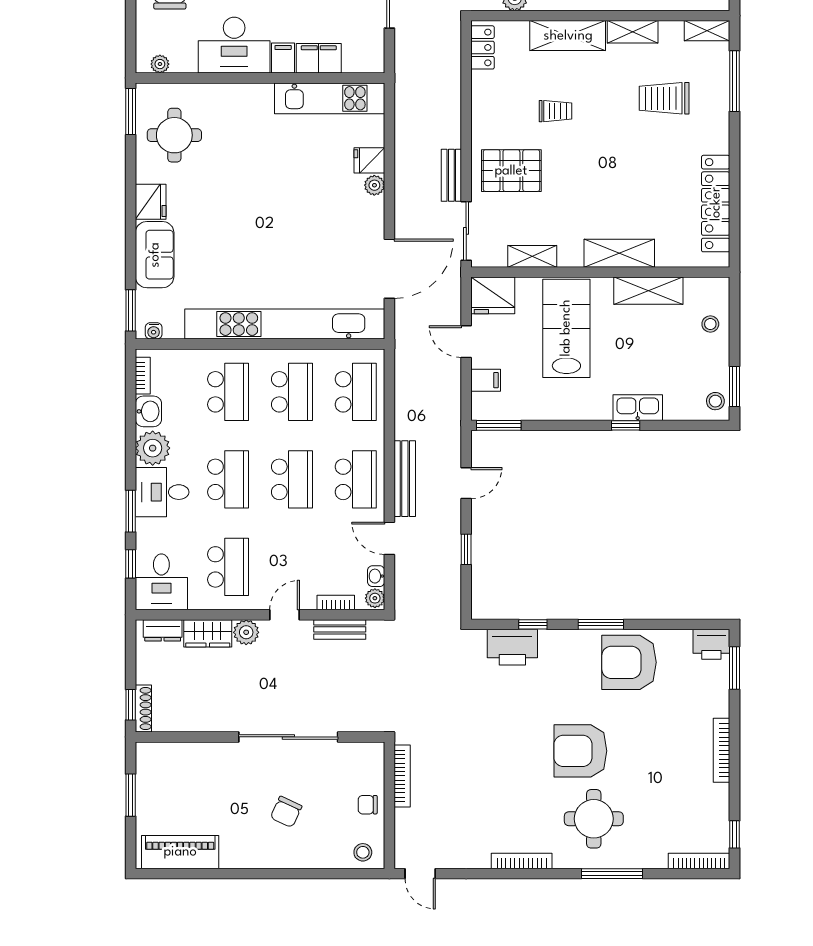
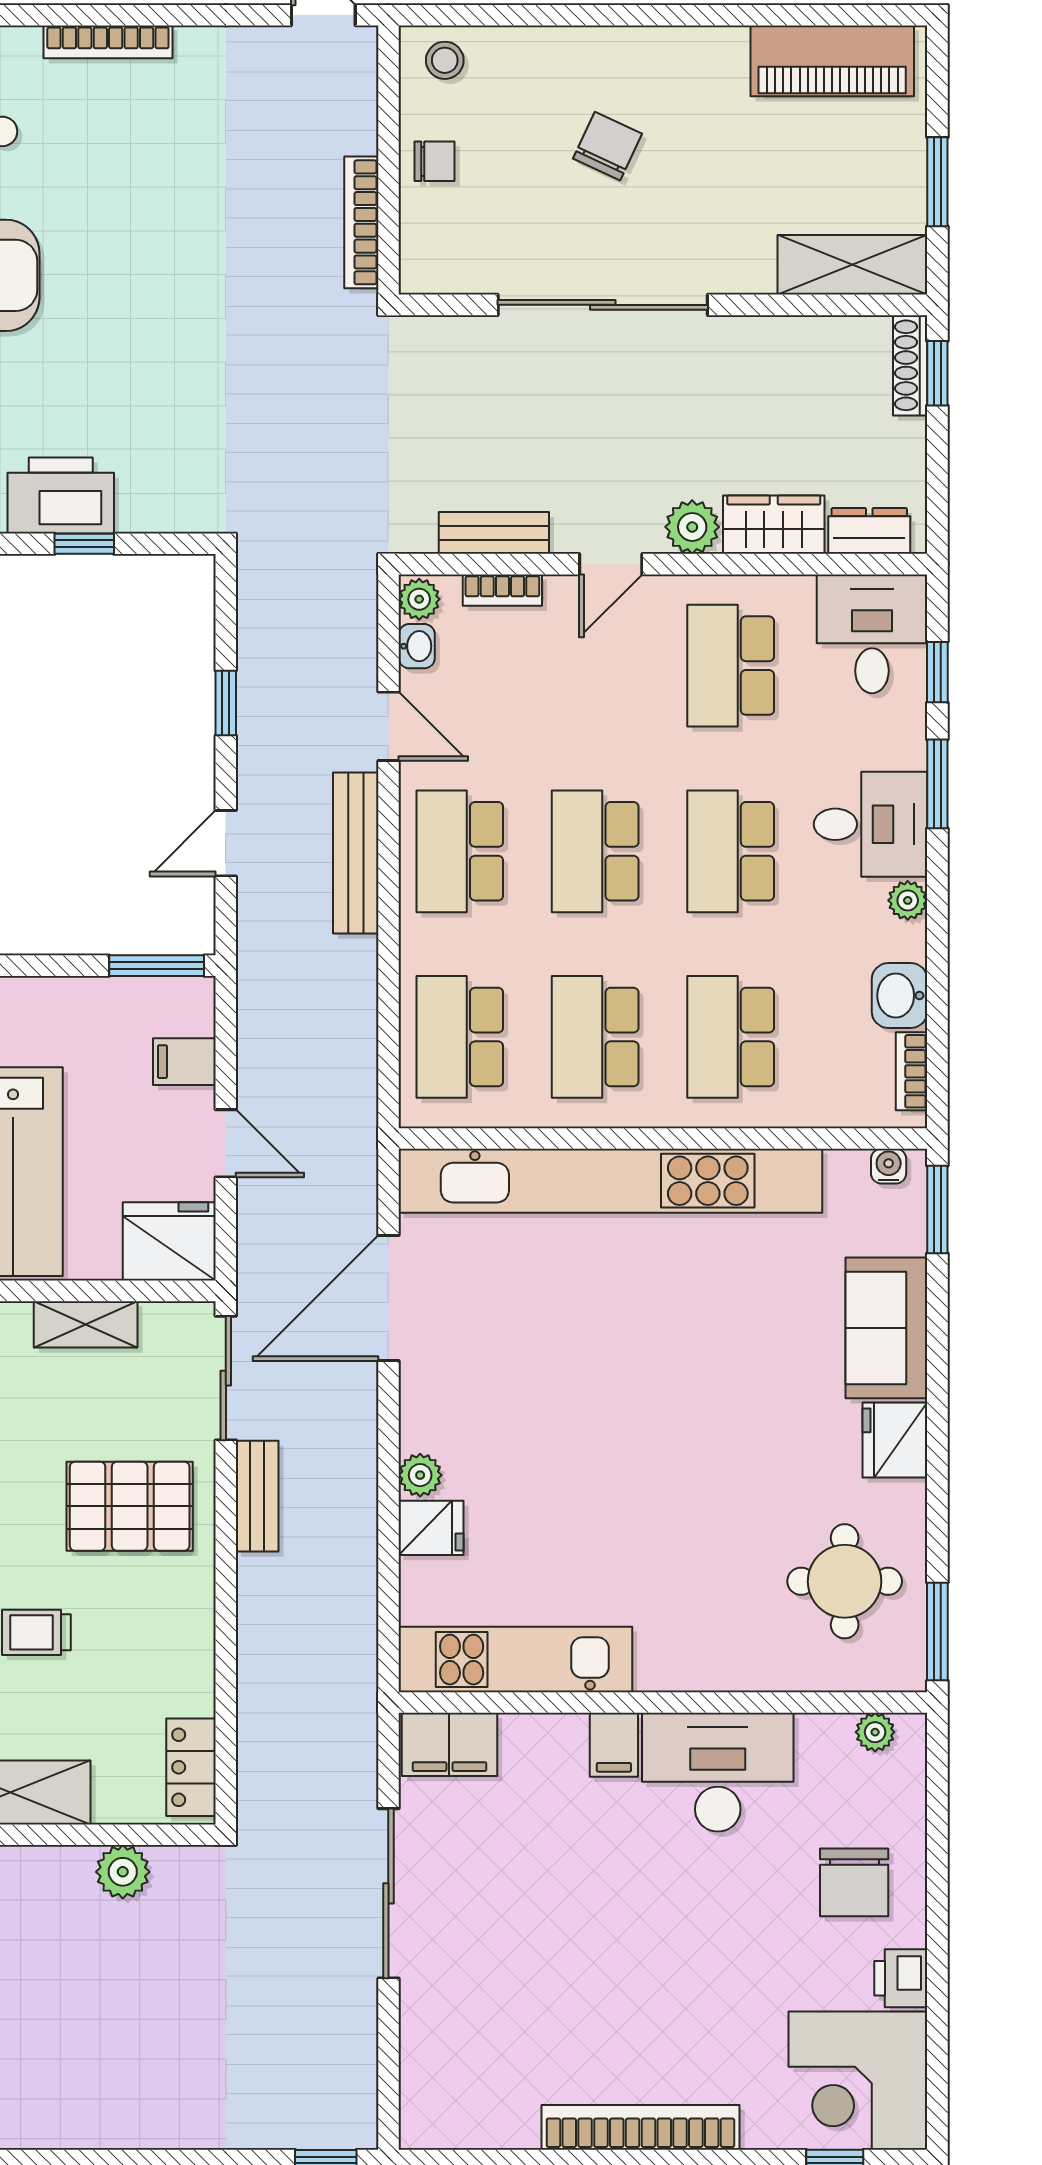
filing cabinet: (319, 58) -> (449, 1744), moved
plant: (153, 448) -> (908, 900), width x0.53, depth x0.53
printer: (512, 647) -> (61, 496), moved
shelving: (171, 756) -> (852, 265), added

